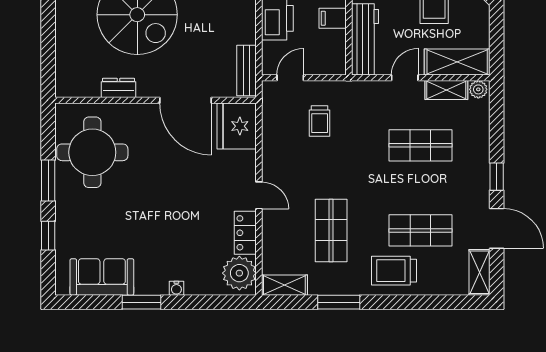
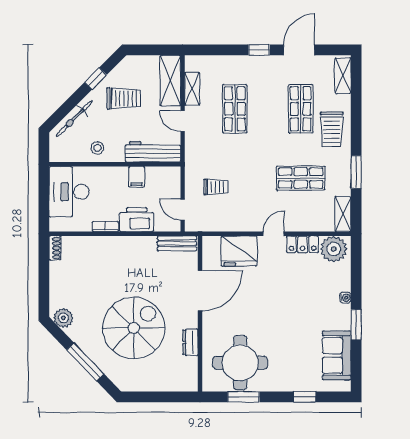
plant: (478, 89) -> (192, 64), removed
fridge: (237, 126) -> (239, 251), moved
window: (48, 180) -> (244, 397), moved
shelving: (480, 272) -> (343, 76), moved, turned 90

